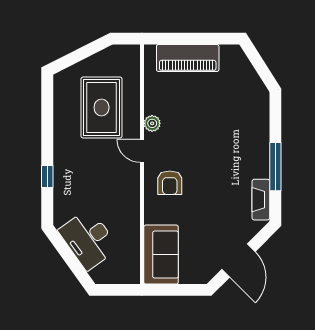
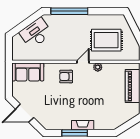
window: (47, 176) -> (69, 11), width x3.17
fireplace: (261, 200) -> (83, 125), moved

